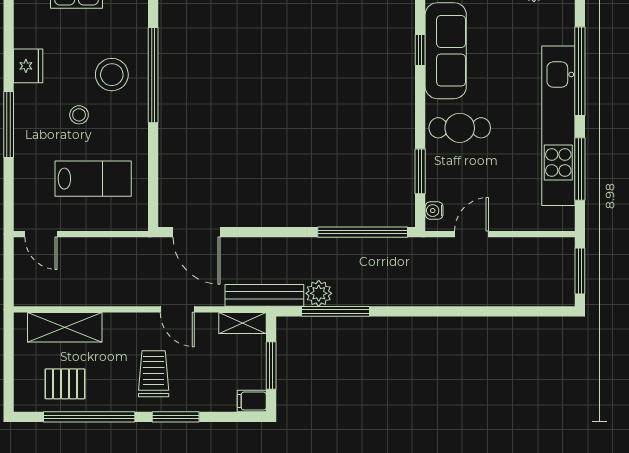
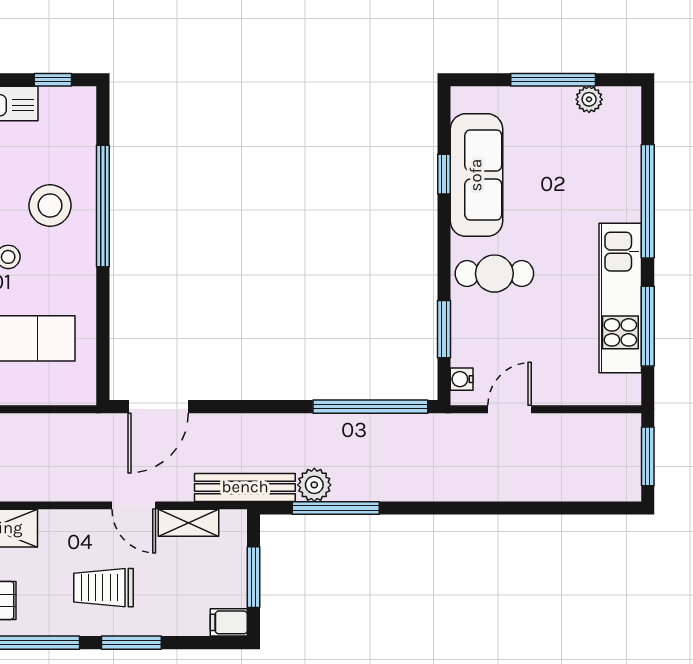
kitchen unit: (558, 126) -> (620, 298), width x0.73
door: (196, 232) -> (158, 407), hinge flipped
shelving: (242, 323) -> (188, 523), moved
trolley: (154, 374) -> (103, 588), turned -90

